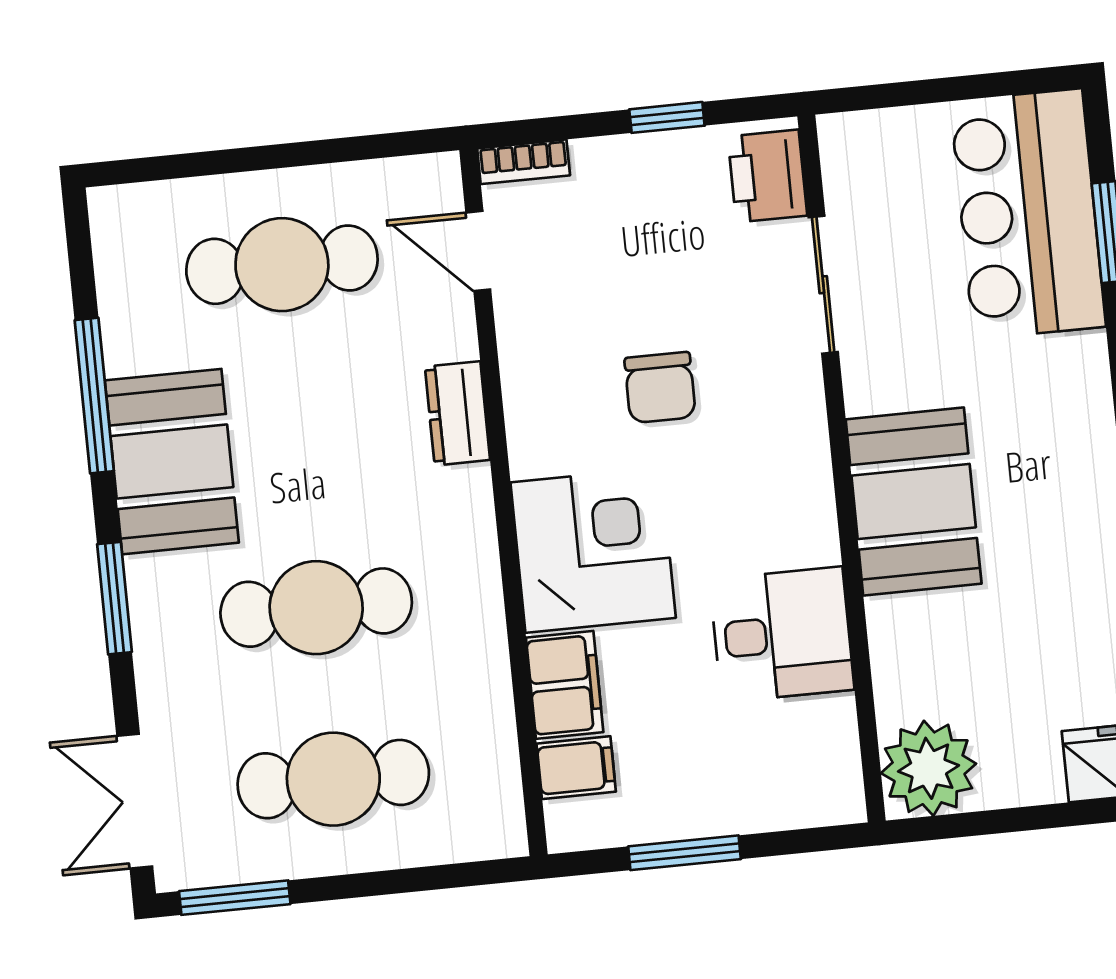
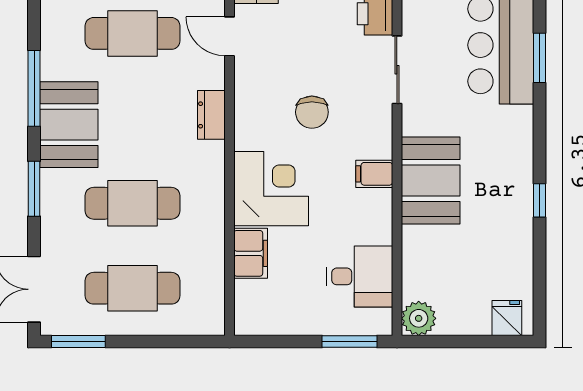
desk: (782, 634) -> (360, 276), moved
filing cabinet: (576, 768) -> (374, 174), moved, turned 180
plant: (929, 768) -> (419, 318), width x0.73, depth x0.73
window: (684, 853) -> (349, 342), moved

